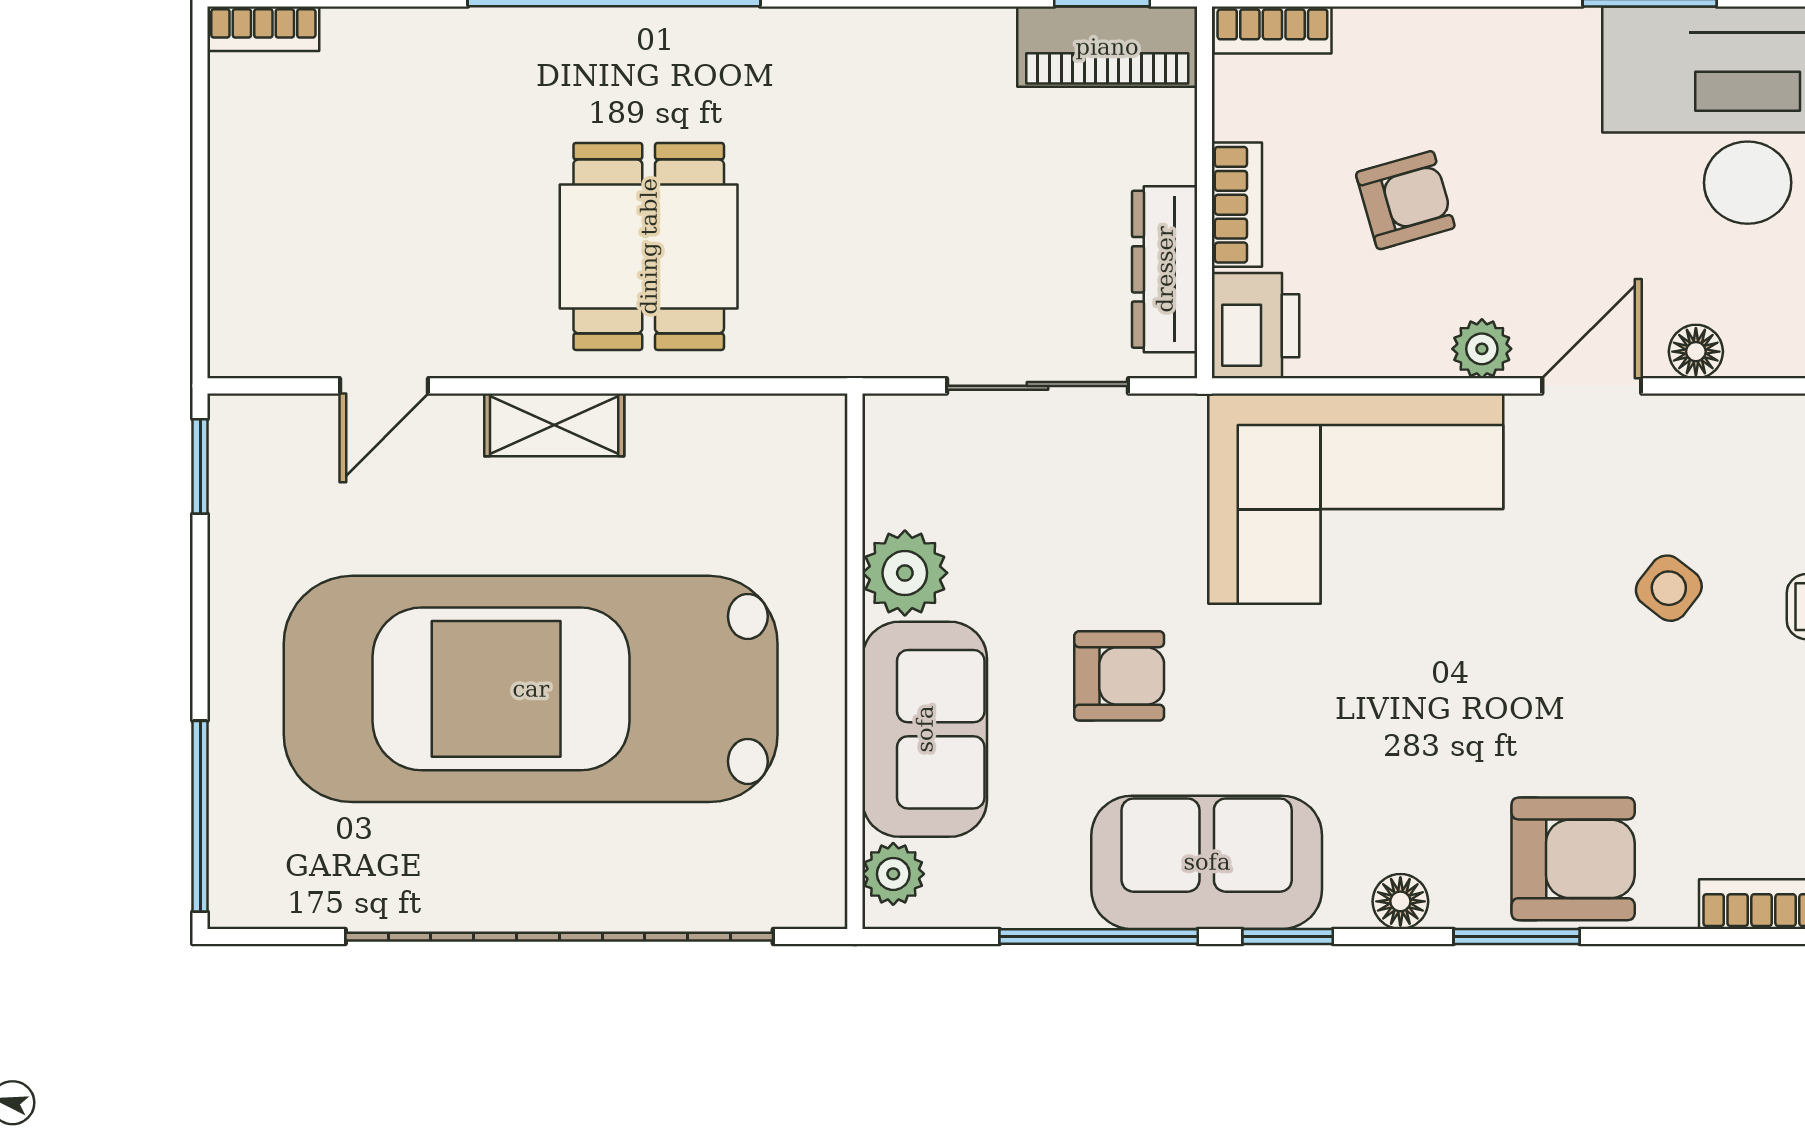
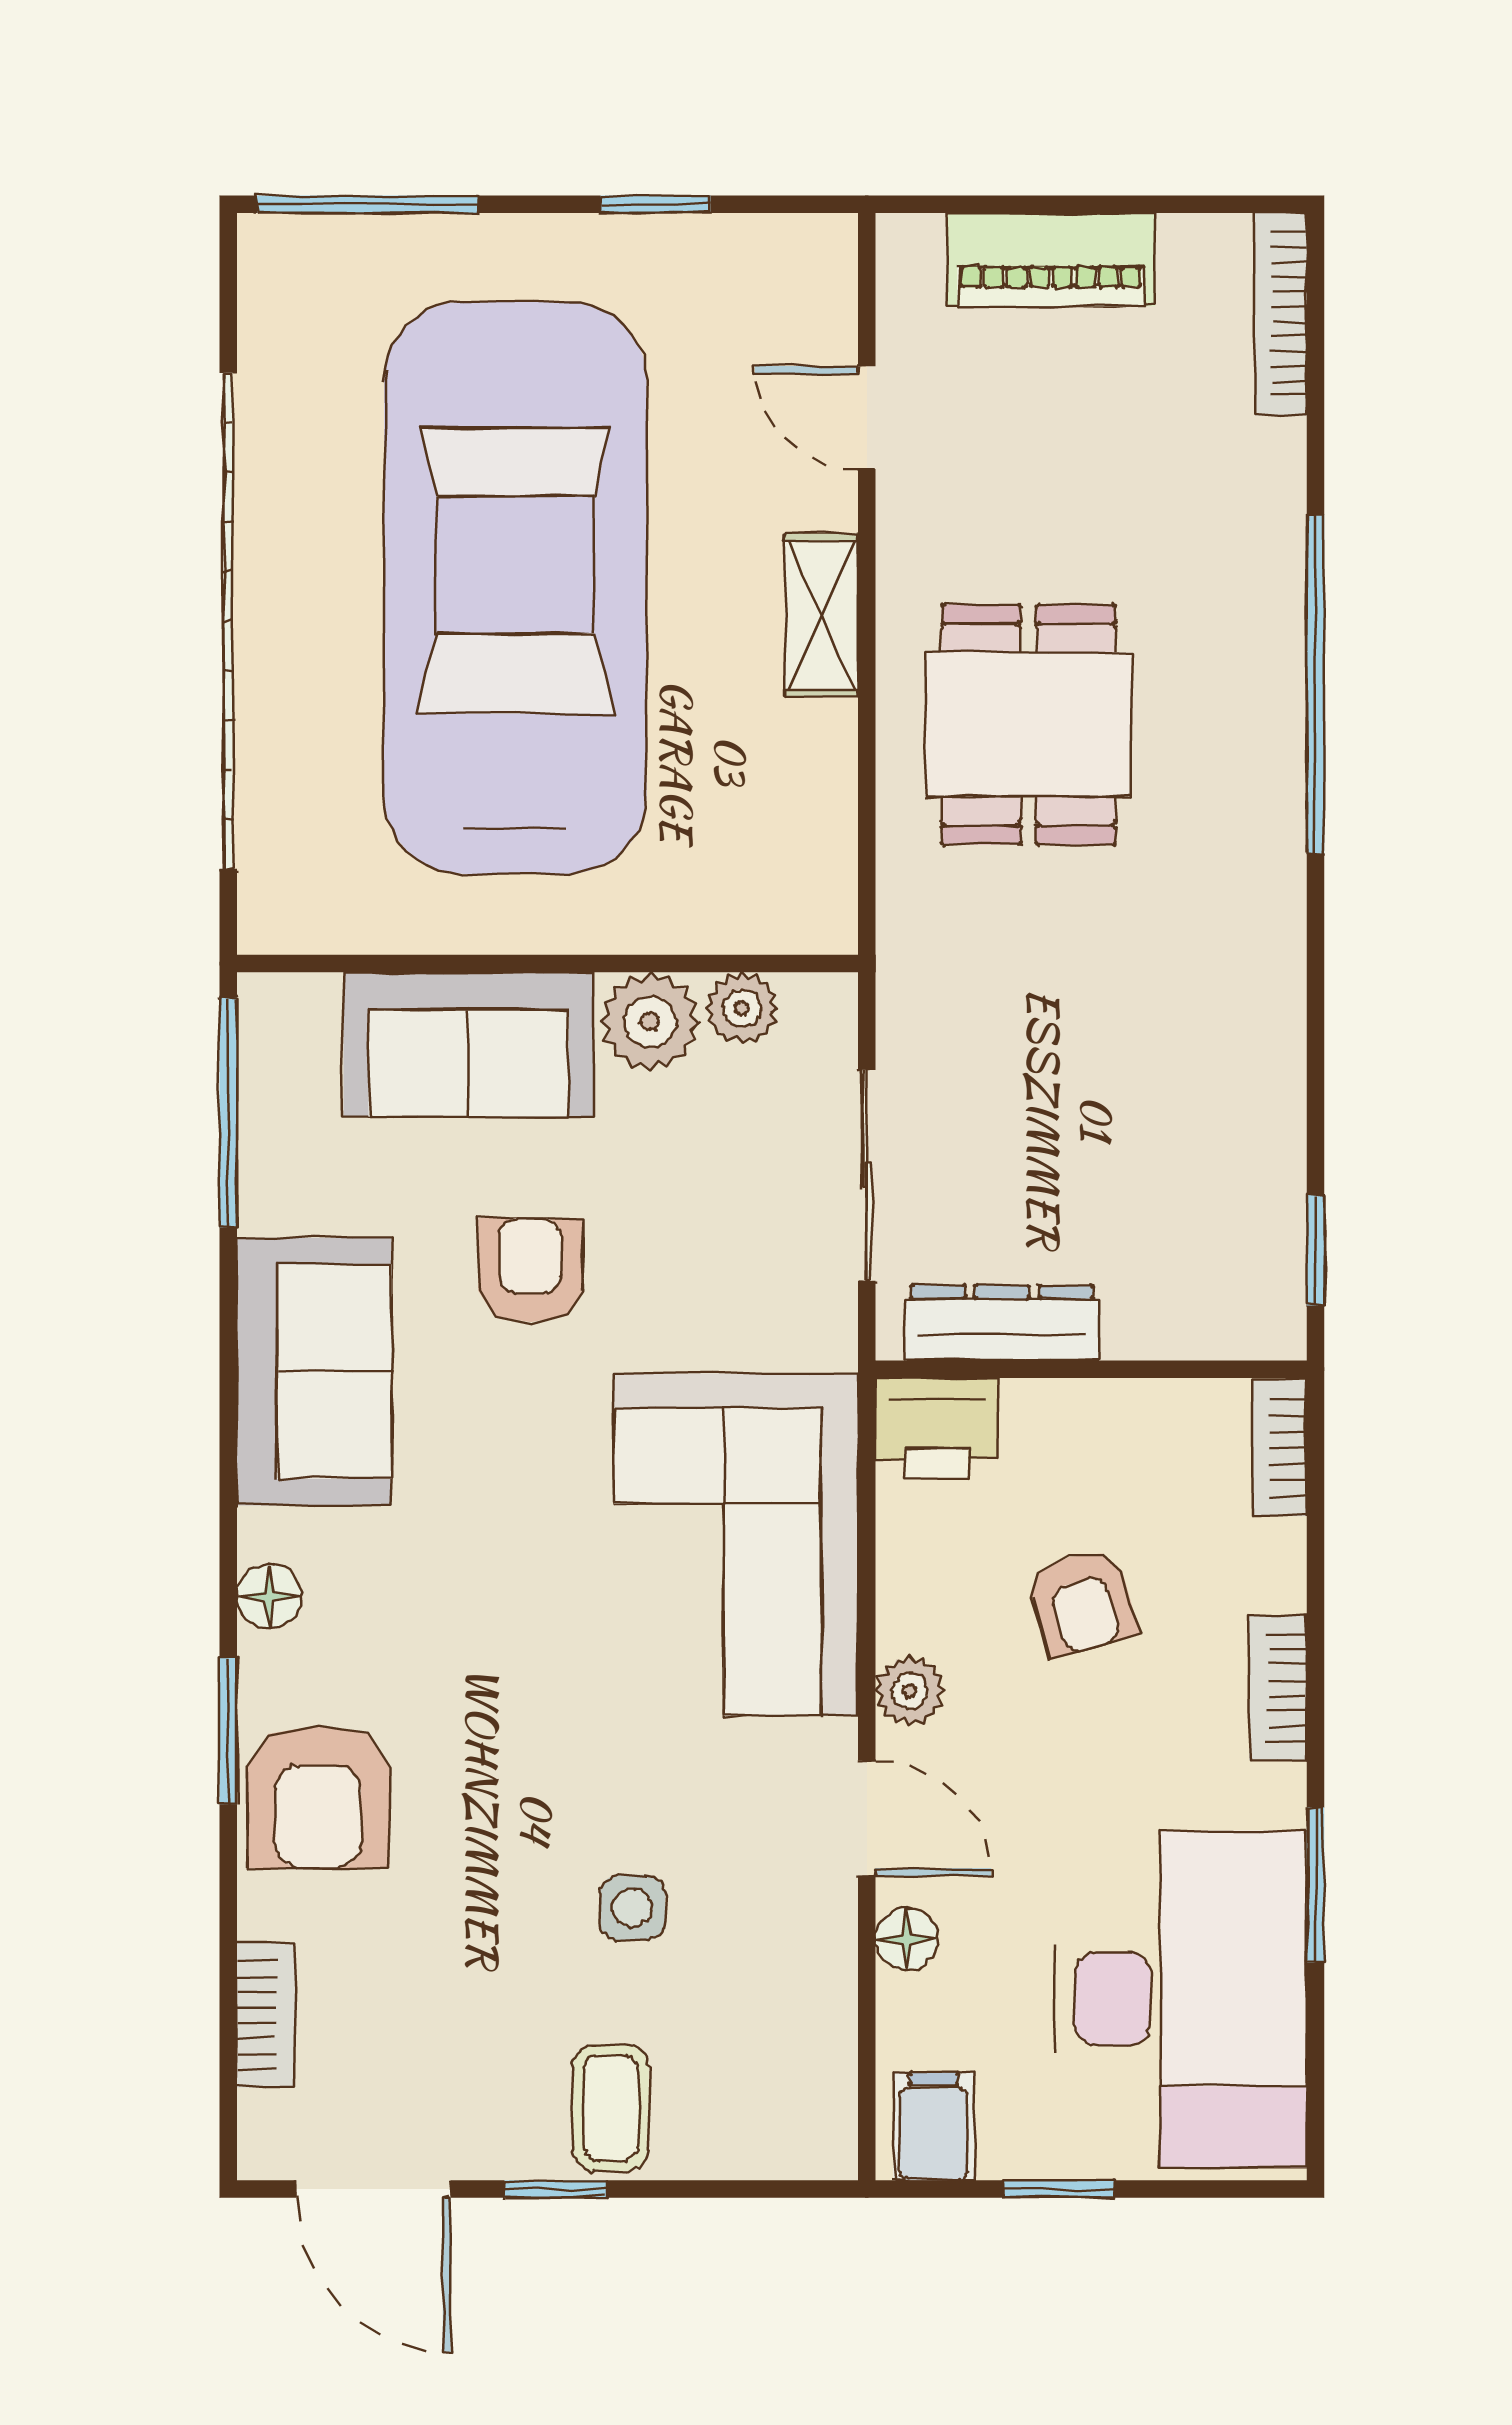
bookcase: (263, 29) -> (1281, 314), width x1.56
piano: (1107, 47) -> (1051, 259), moved, turned -90
bookcase: (1237, 205) -> (1278, 1688), moved, turned 90
dining table: (649, 246) -> (1028, 724), turned 90
window: (200, 466) -> (655, 204), moved
side table: (1669, 588) -> (632, 1908), turned -38
armchair: (1119, 676) -> (530, 1270), turned 180
plant: (893, 874) -> (742, 1008), moved
window: (1099, 937) -> (228, 1113), moved
window: (1288, 937) -> (228, 1465), removed

